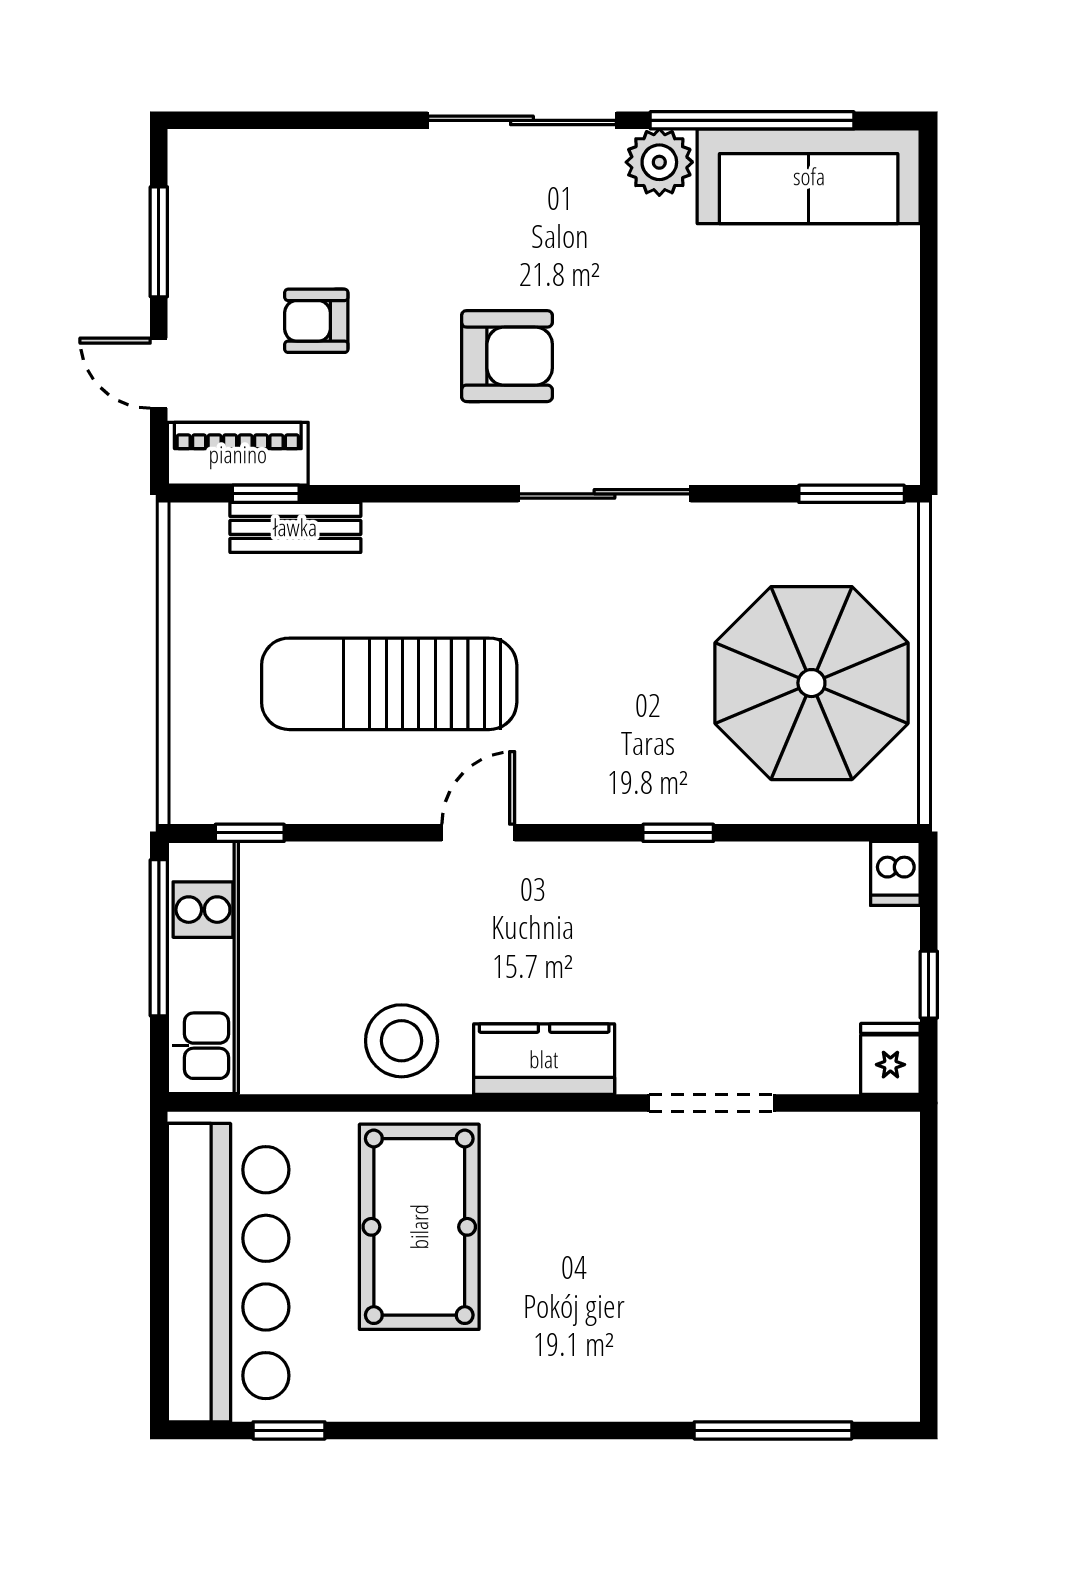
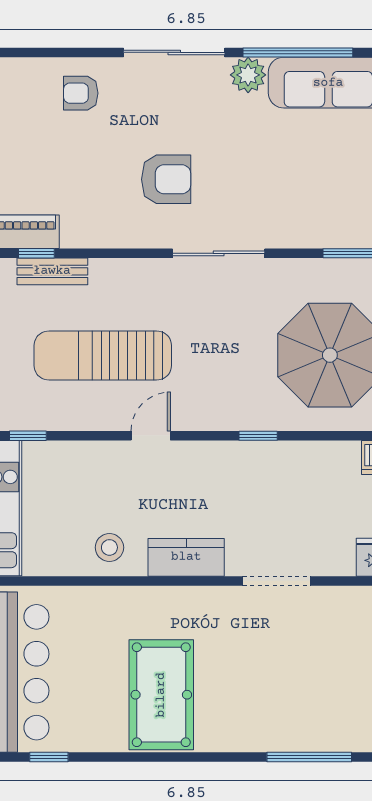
armchair: (316, 321) -> (81, 93), moved
stool: (402, 1041) -> (109, 547), width x0.73, depth x0.73
pool table: (419, 1227) -> (161, 695), moved

